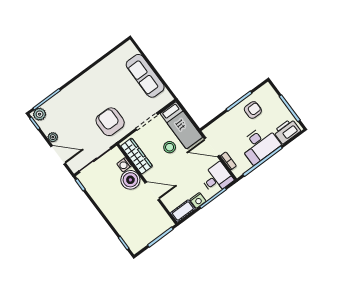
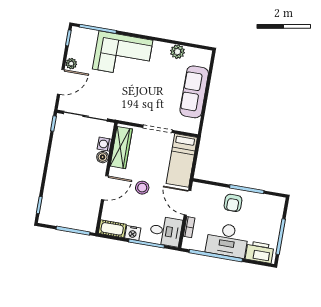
corner sofa: (78, 99) -> (123, 55), added
armchair: (253, 110) -> (233, 203), moved, turned 90
plant: (40, 114) -> (178, 52), moved
armchair: (110, 122) -> (129, 99), removed
stool: (170, 147) -> (142, 188), moved
door: (58, 155) -> (61, 82), hinge flipped
boiler: (130, 180) -> (103, 157), width x0.54, depth x0.54
door: (152, 191) -> (105, 188), hinge flipped

